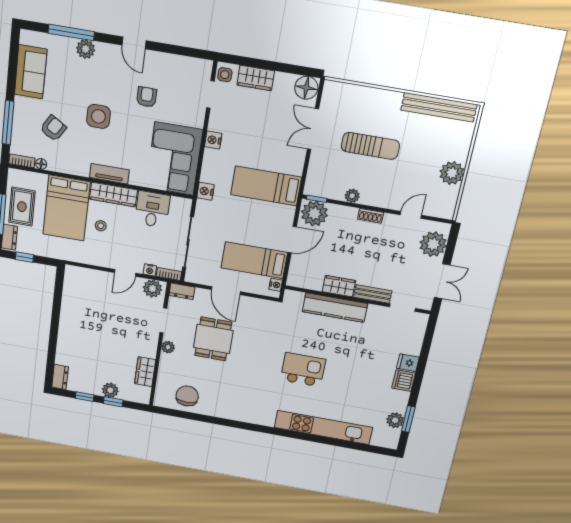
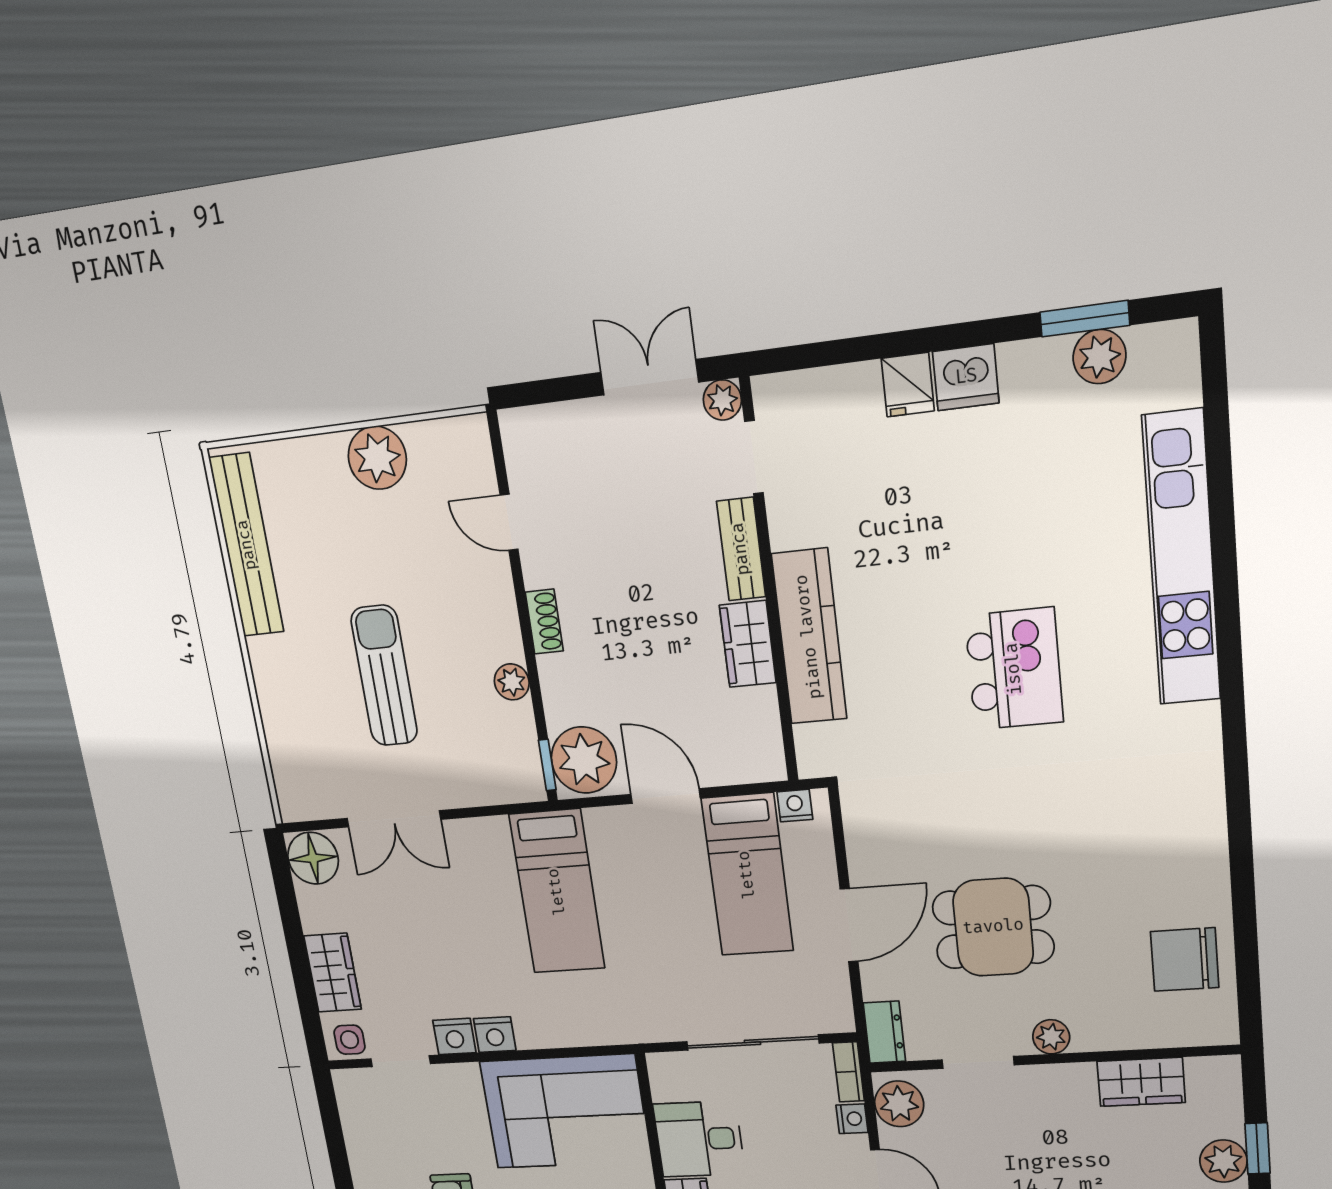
nightstand: (205, 191) -> (454, 1036), moved
plant: (433, 244) -> (722, 400), moved, width x0.53, depth x0.53
kitchen island: (303, 370) -> (1014, 669), turned 180

